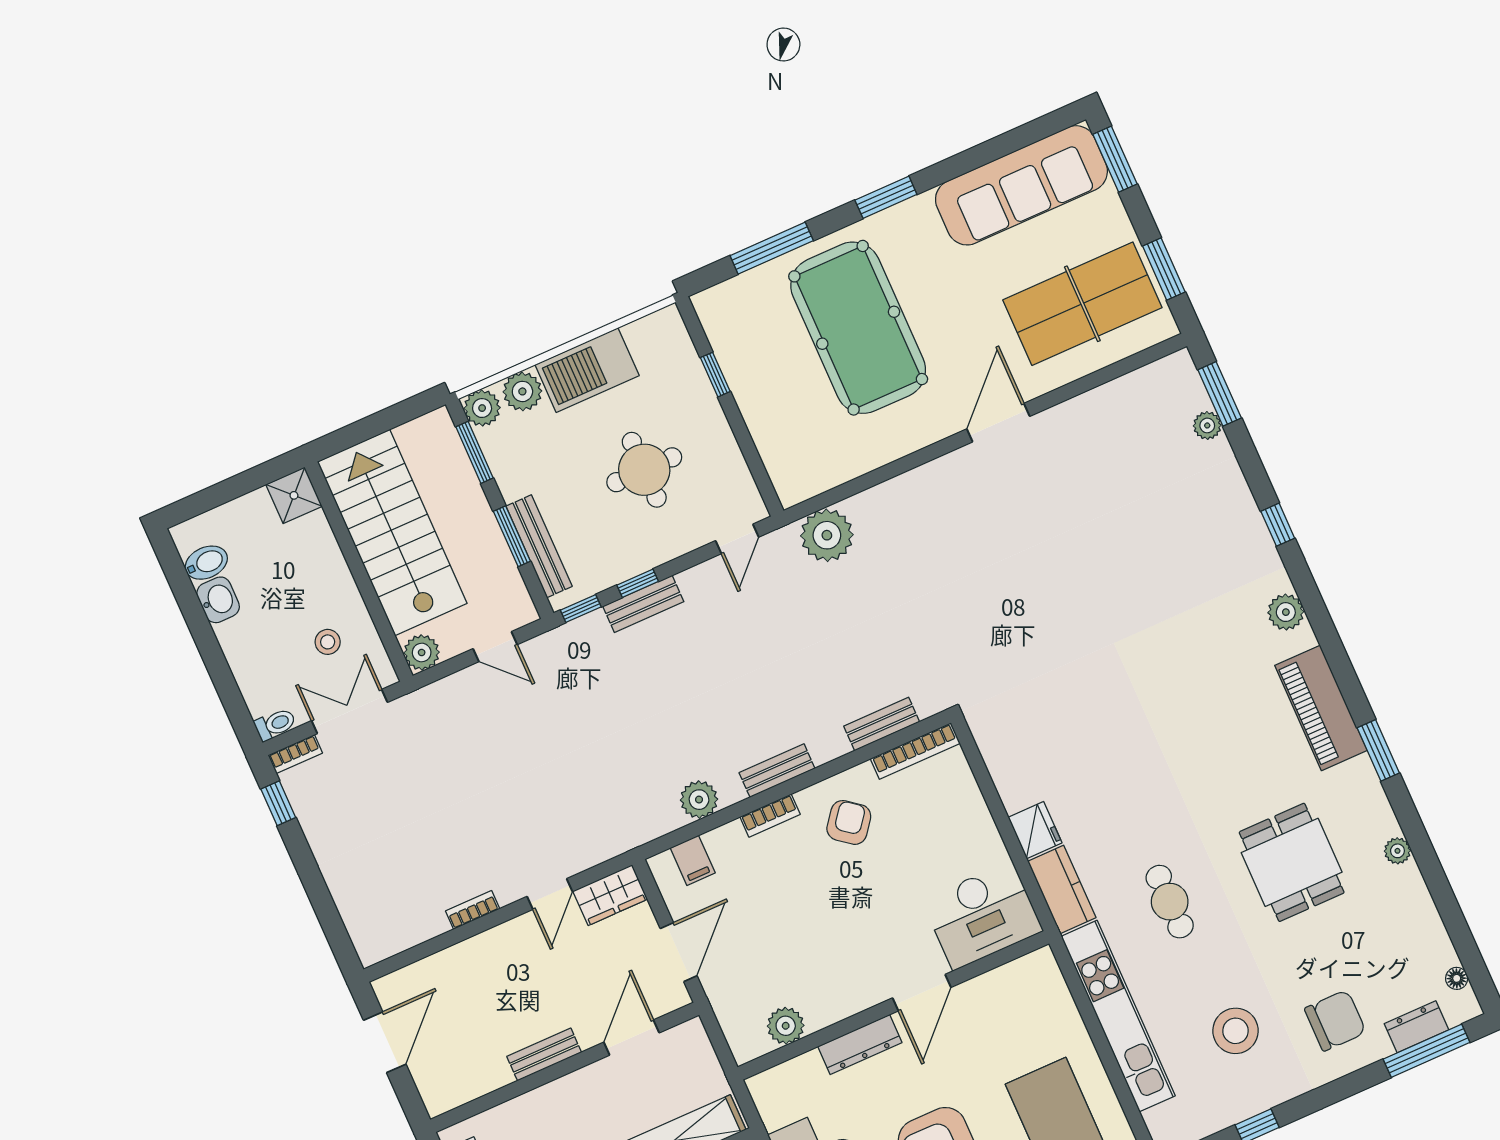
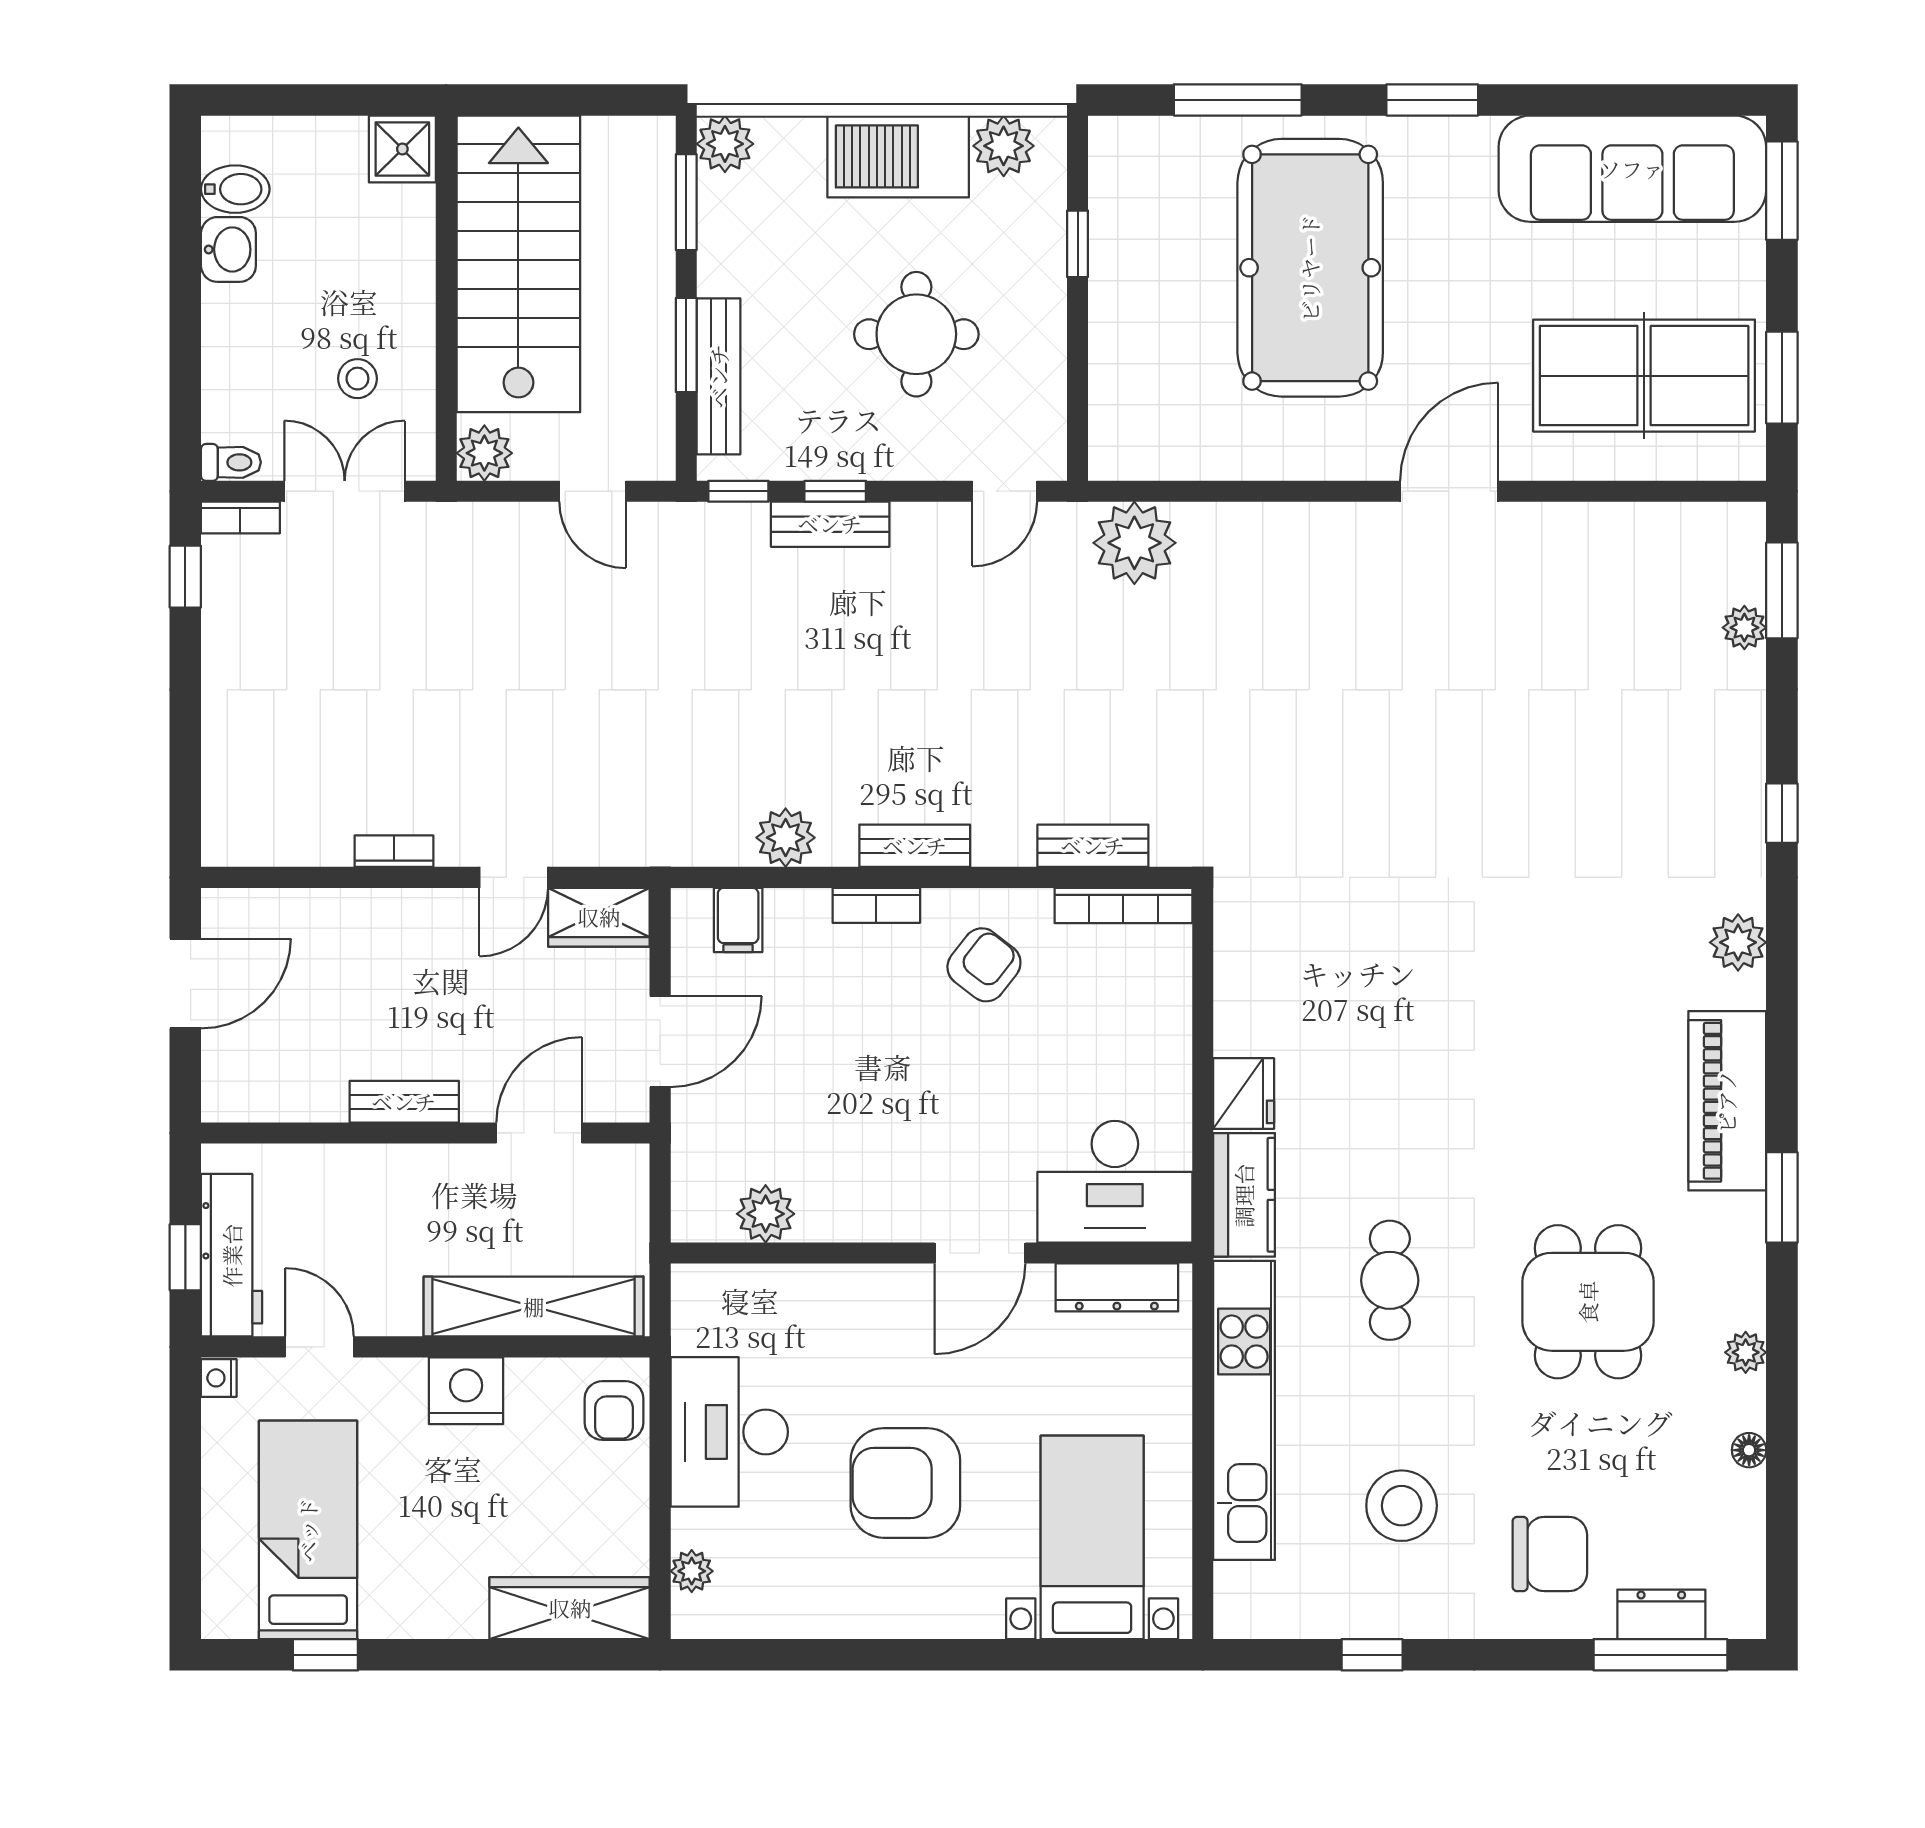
plant: (522, 391) -> (1004, 146), moved
floor lamp: (1457, 978) -> (1749, 1450), moved
dresser: (860, 1045) -> (1117, 1287), moved

